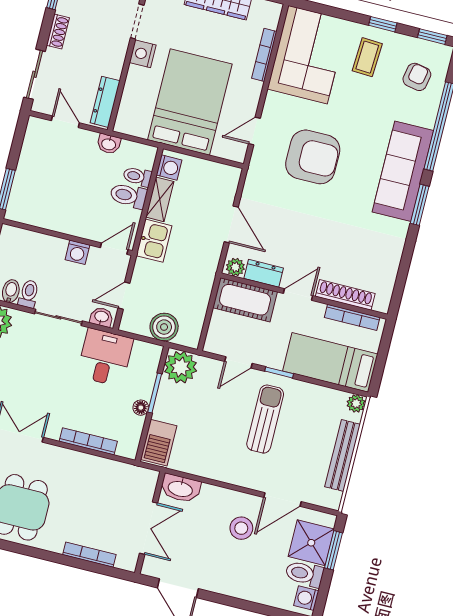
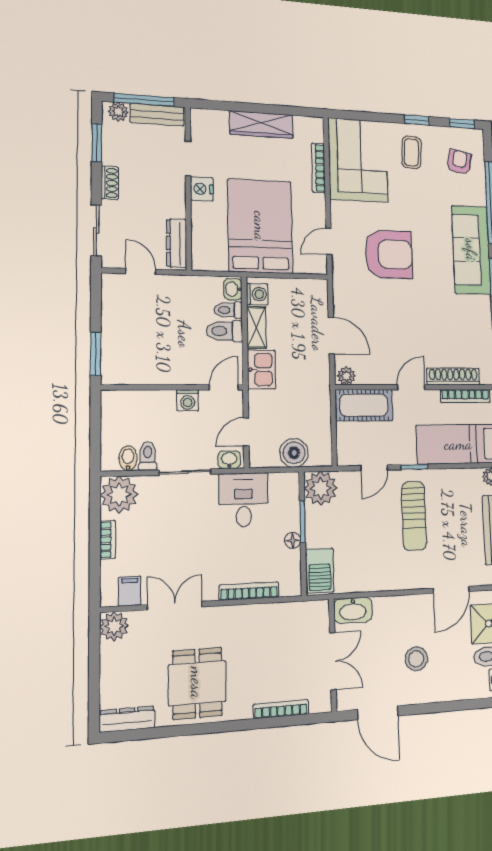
washbasin: (109, 144) -> (233, 289), moved, turned 90
dresser: (264, 273) -> (374, 375), removed
sun lounger: (265, 419) -> (414, 516), turned 180
stool: (241, 528) -> (416, 659), moved

